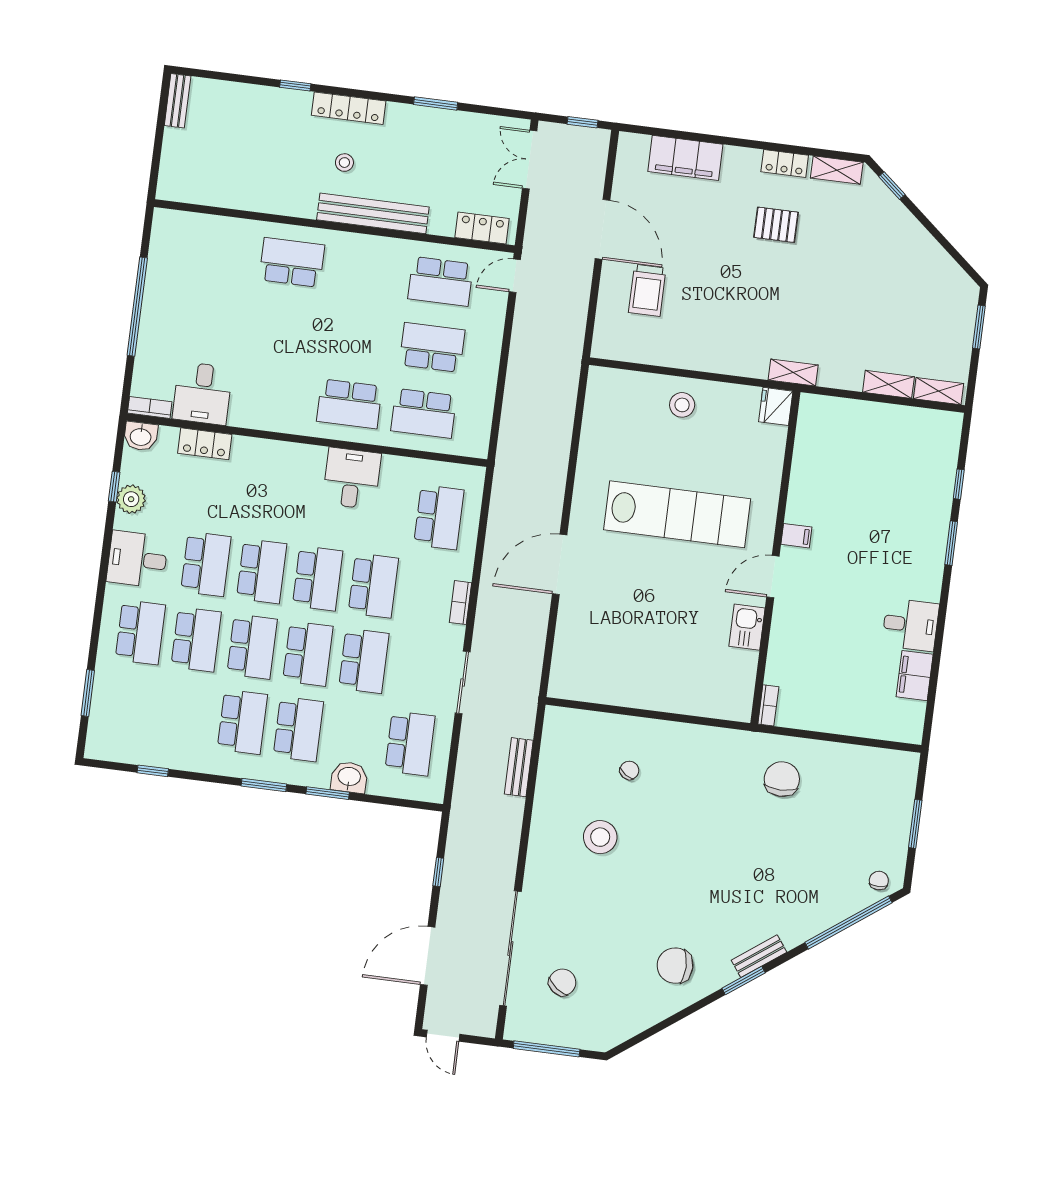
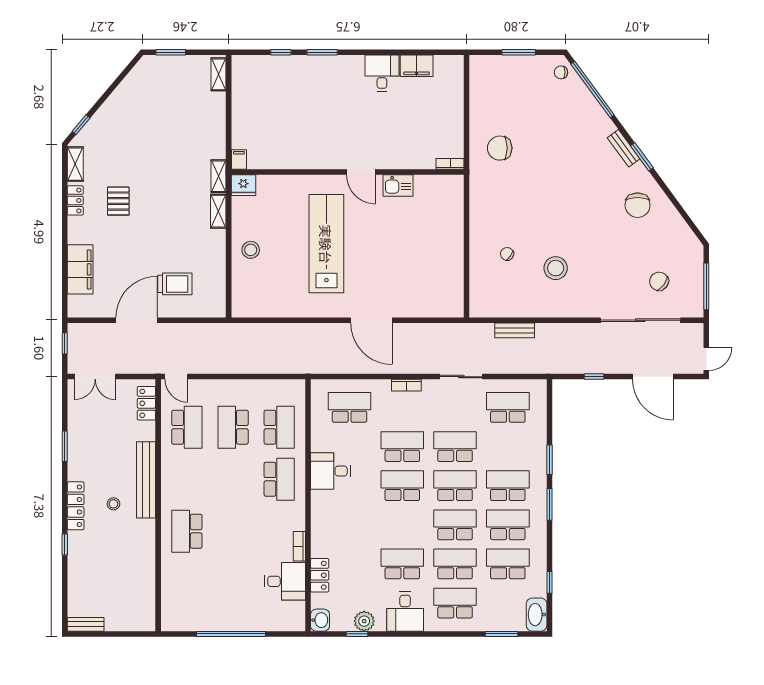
shelving: (888, 384) -> (218, 211), moved
bookcase: (150, 407) -> (299, 546), moved
filing cabinet: (796, 536) -> (239, 160), moved
school desk: (262, 571) -> (508, 564), moved
washbasin: (349, 777) -> (537, 615), moved, width x1.38

